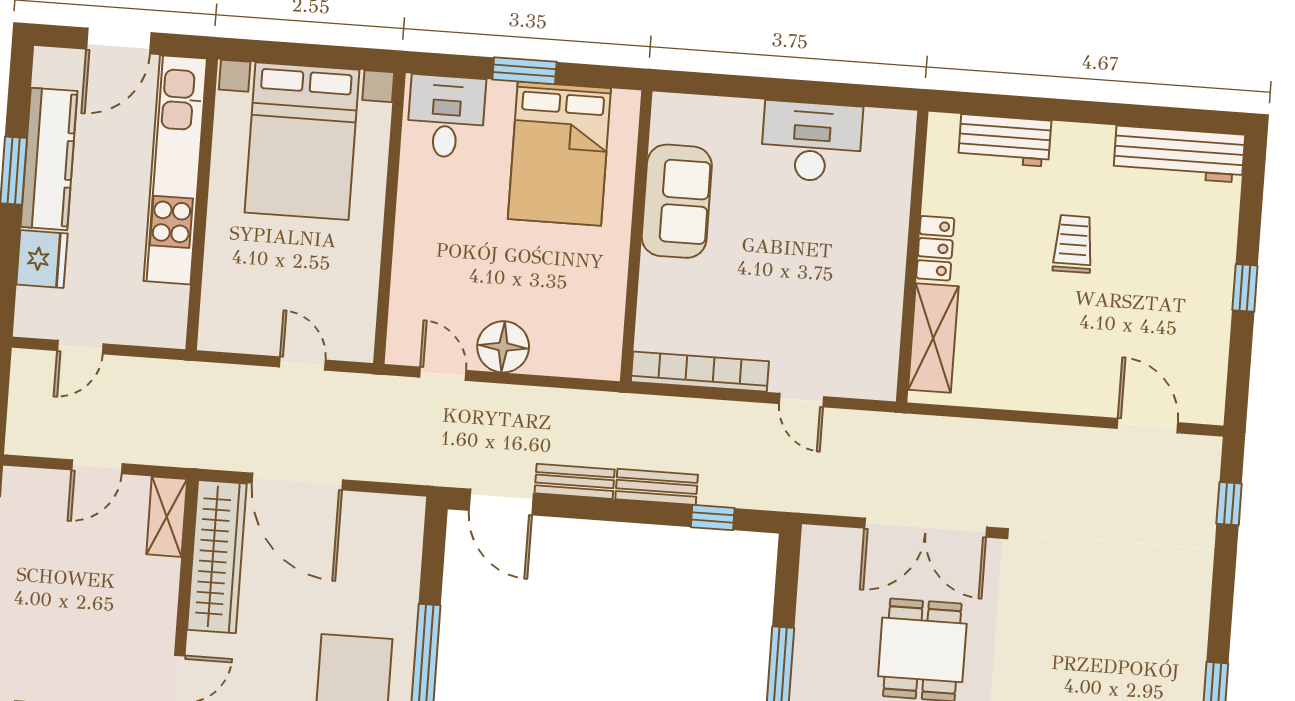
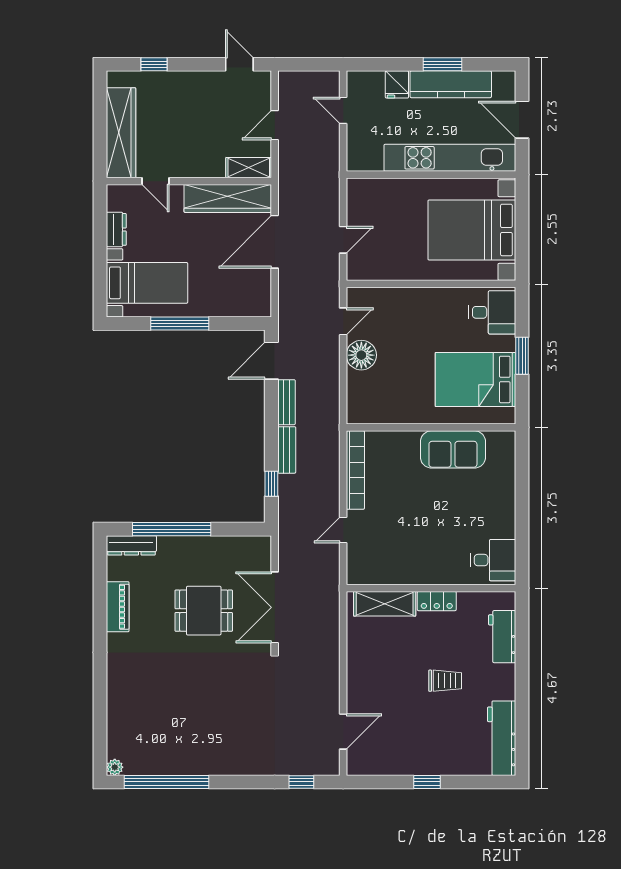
desk: (812, 142) -> (493, 560), moved, width x0.73
fridge: (42, 259) -> (397, 84), width x0.72
door: (97, 467) -> (275, 125), hinge flipped

